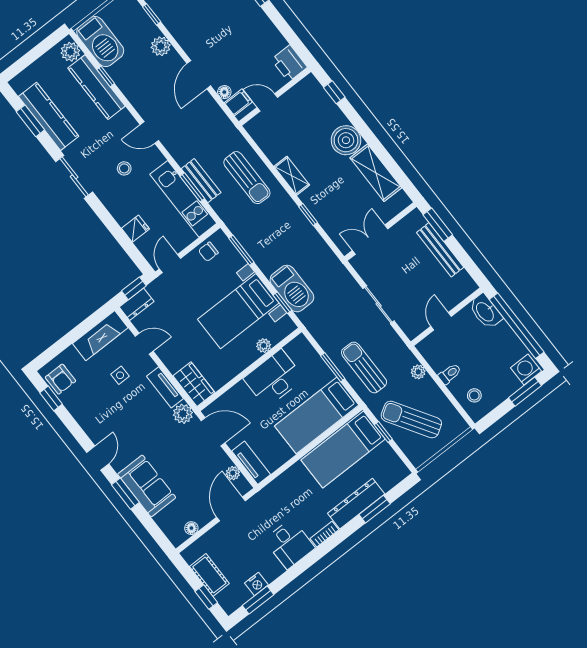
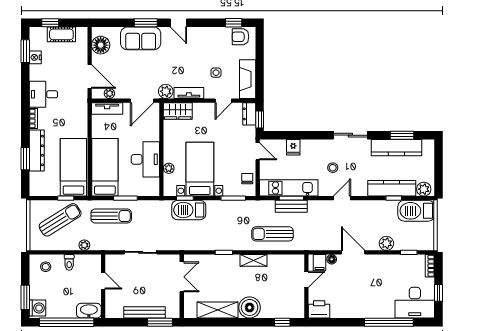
floor lamp: (191, 528) -> (101, 45), width x1.89, depth x1.89

